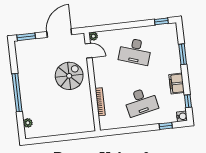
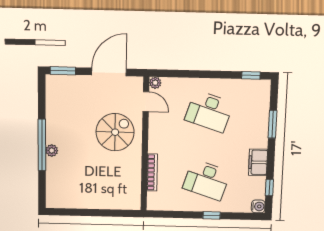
desk: (141, 102) -> (207, 180), turned 30
plant: (28, 123) -> (52, 151), moved
window: (166, 126) -> (212, 215), moved

